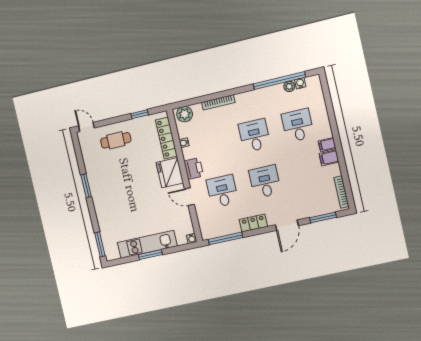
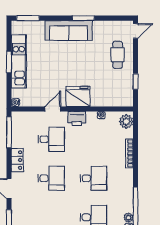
locker: (166, 138) -> (109, 101), removed
sofa: (103, 198) -> (69, 30), added

